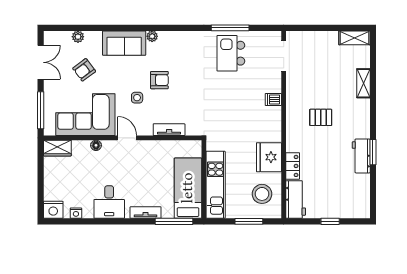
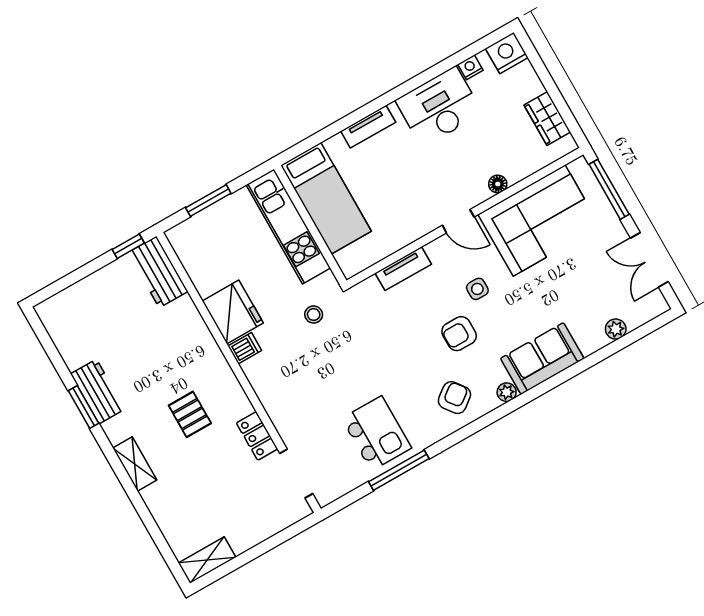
armchair: (84, 70) -> (454, 398), moved
shelving: (363, 83) -> (135, 464), moved
dishwasher: (273, 99) -> (245, 348), moved
pallet: (321, 117) -> (190, 414), turned 90
wardrobe: (57, 148) -> (547, 119), moved, turned -90
locker: (293, 166) -> (257, 436), moved
stool: (262, 194) -> (314, 315), moved, width x0.53, depth x0.53
desk: (109, 202) -> (439, 107), width x1.37
window: (174, 221) -> (319, 138), removed
window: (330, 221) -> (128, 246), moved

